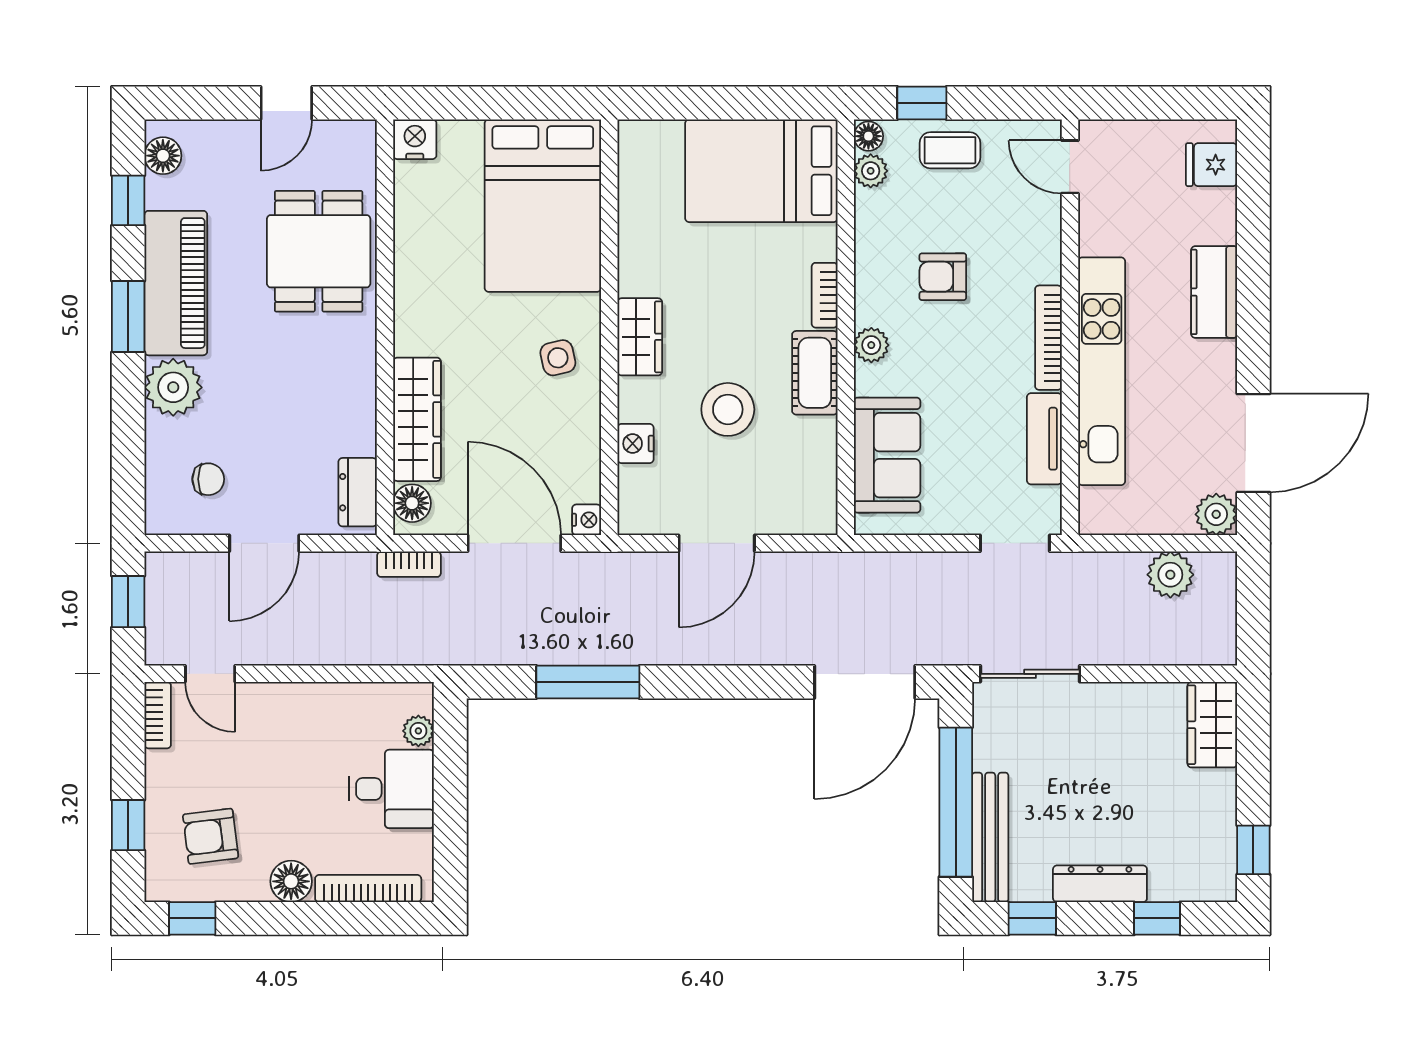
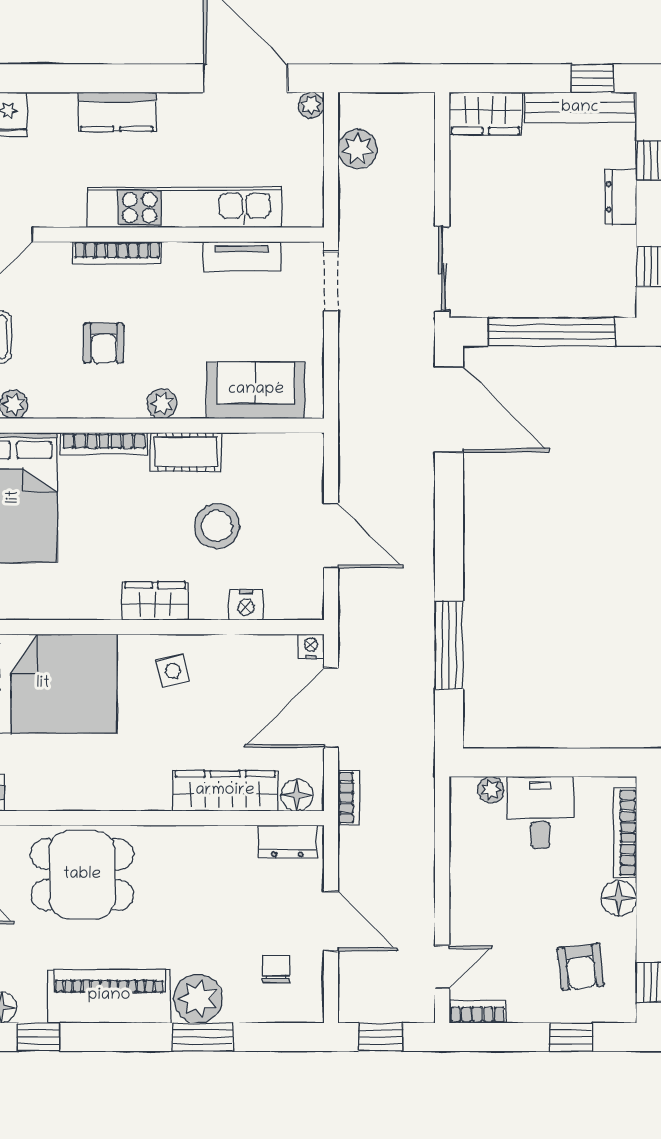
bookcase: (825, 295) -> (104, 444), width x1.56
window: (128, 316) -> (203, 1037), moved
bookcase: (1048, 338) -> (117, 253), moved
plant: (1216, 514) -> (311, 105), width x0.73, depth x0.73
bench: (990, 837) -> (580, 108), moved
dresser: (1100, 884) -> (621, 197), width x0.70

